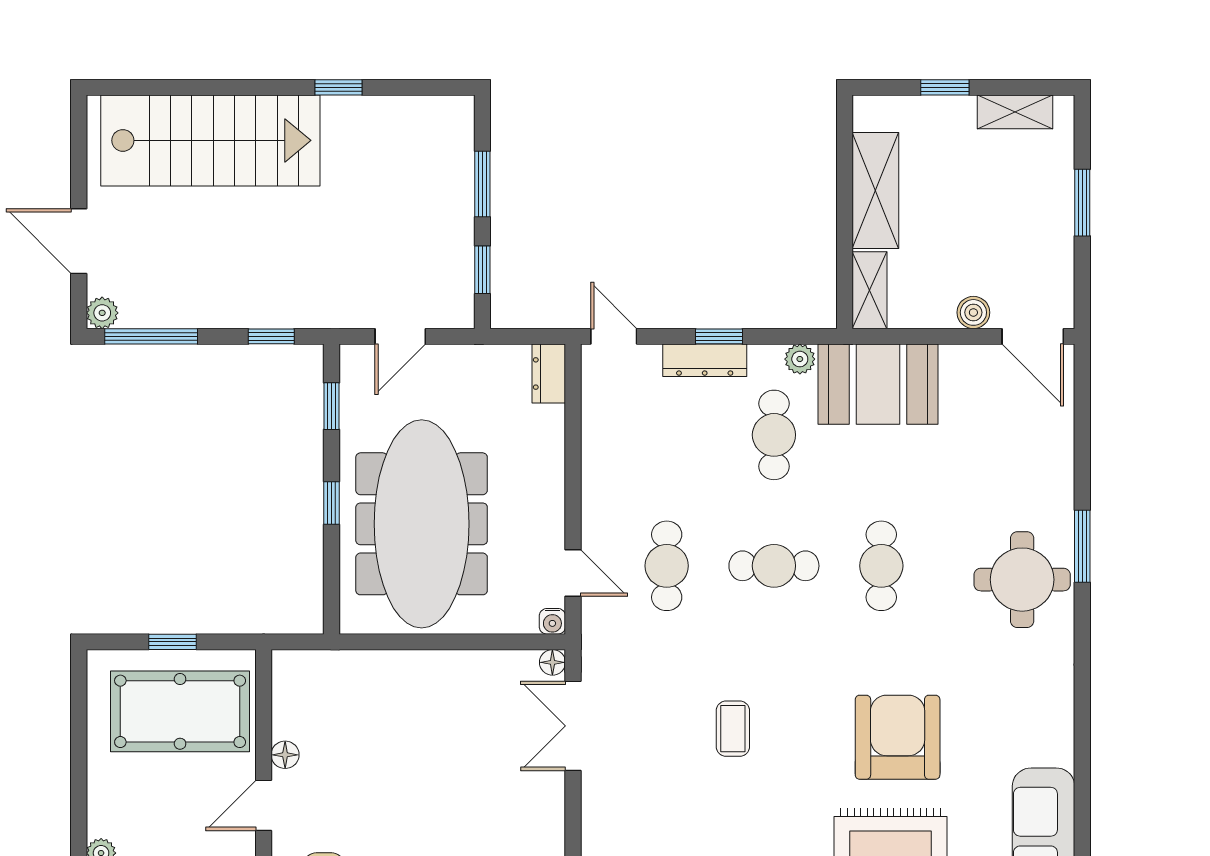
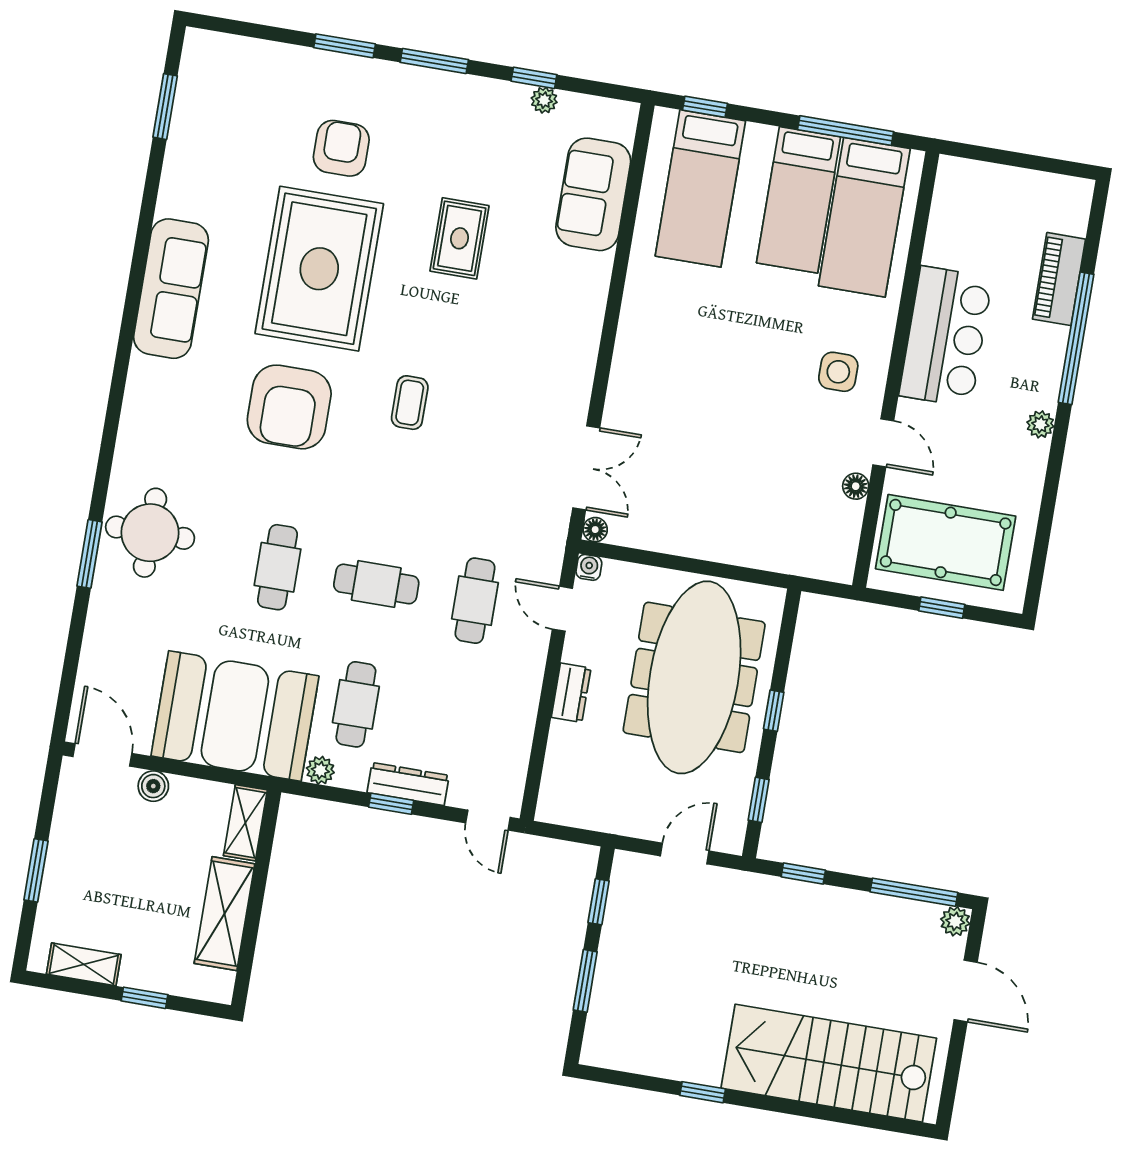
dresser: (549, 373) -> (571, 693), moved
booth: (878, 384) -> (235, 716), width x1.36, depth x1.42
coffee table: (733, 729) -> (410, 403), moved
door: (264, 805) -> (883, 443), hinge flipped

